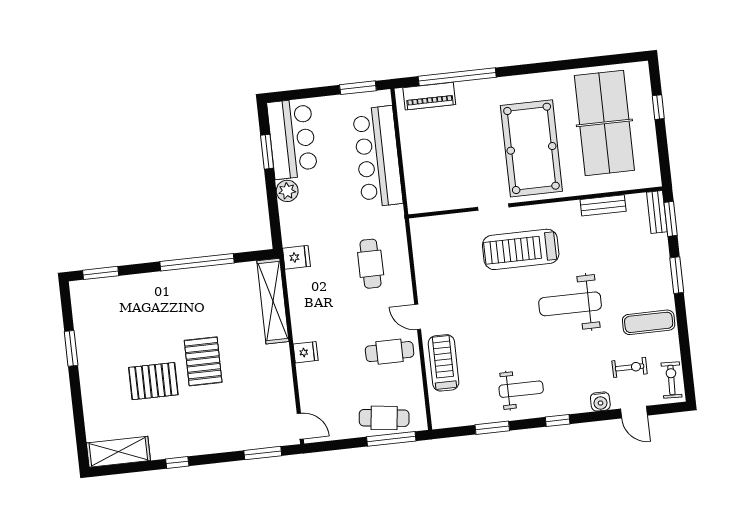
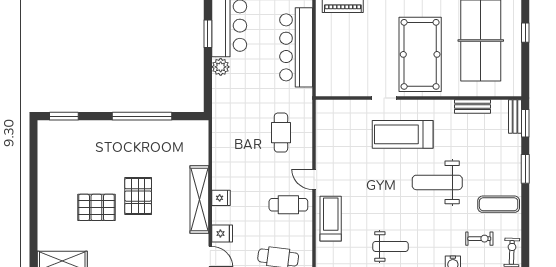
fridge: (296, 257) -> (222, 234), moved
shelving: (273, 301) -> (199, 199), moved
window: (71, 348) -> (33, 174), removed

